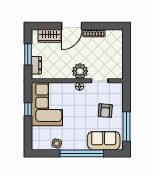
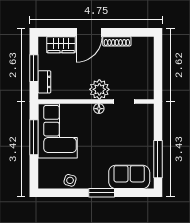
window: (28, 109) -> (34, 137), width x2.17
armchair: (105, 111) -> (131, 139), removed
window: (82, 153) -> (102, 193), width x0.47

